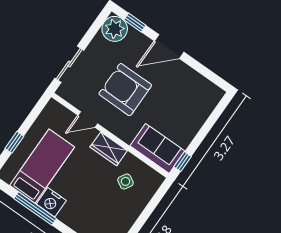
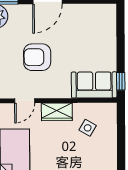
armchair: (125, 90) -> (37, 57), width x0.73, depth x0.73

